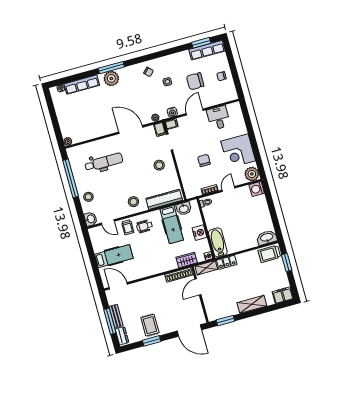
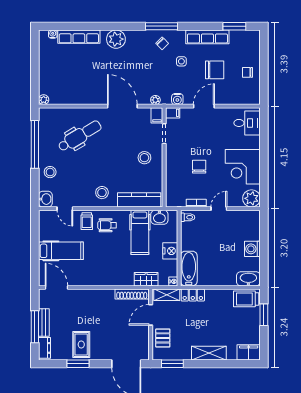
row of seats: (207, 50) -> (207, 37), moved
window: (111, 68) -> (162, 26), moved
chair: (195, 81) -> (215, 70), turned 180
desk: (218, 118) -> (247, 123), moved, turned 90
dental chair: (104, 162) -> (80, 136), turned -31
washing machine: (257, 189) -> (252, 249), moved
pallet: (212, 302) -> (163, 338), added

